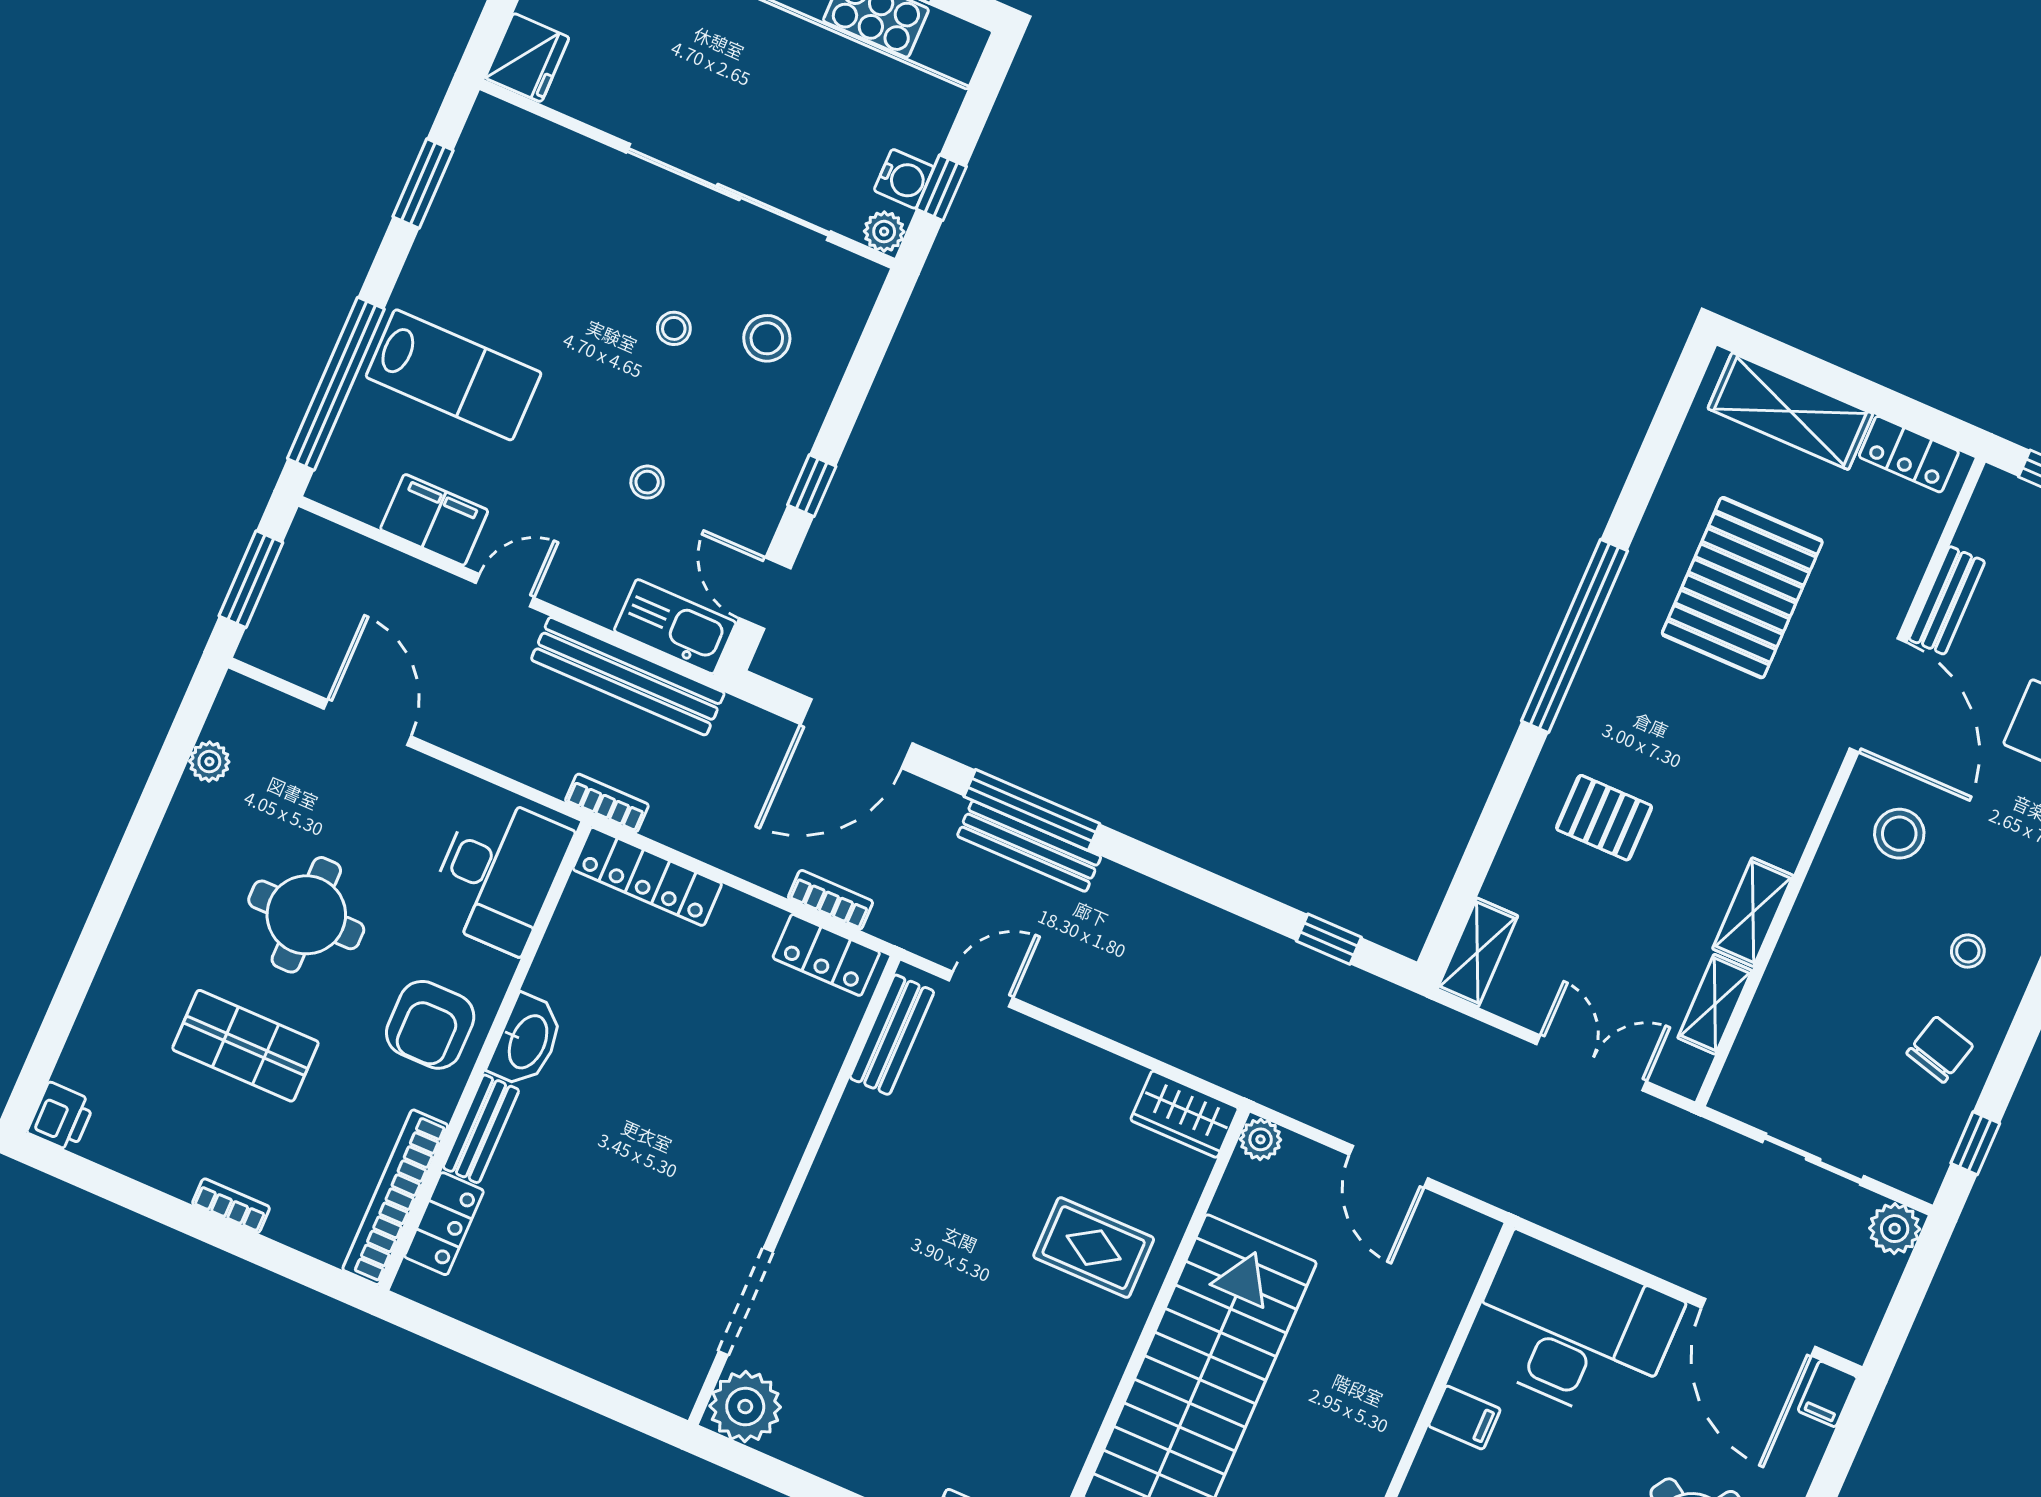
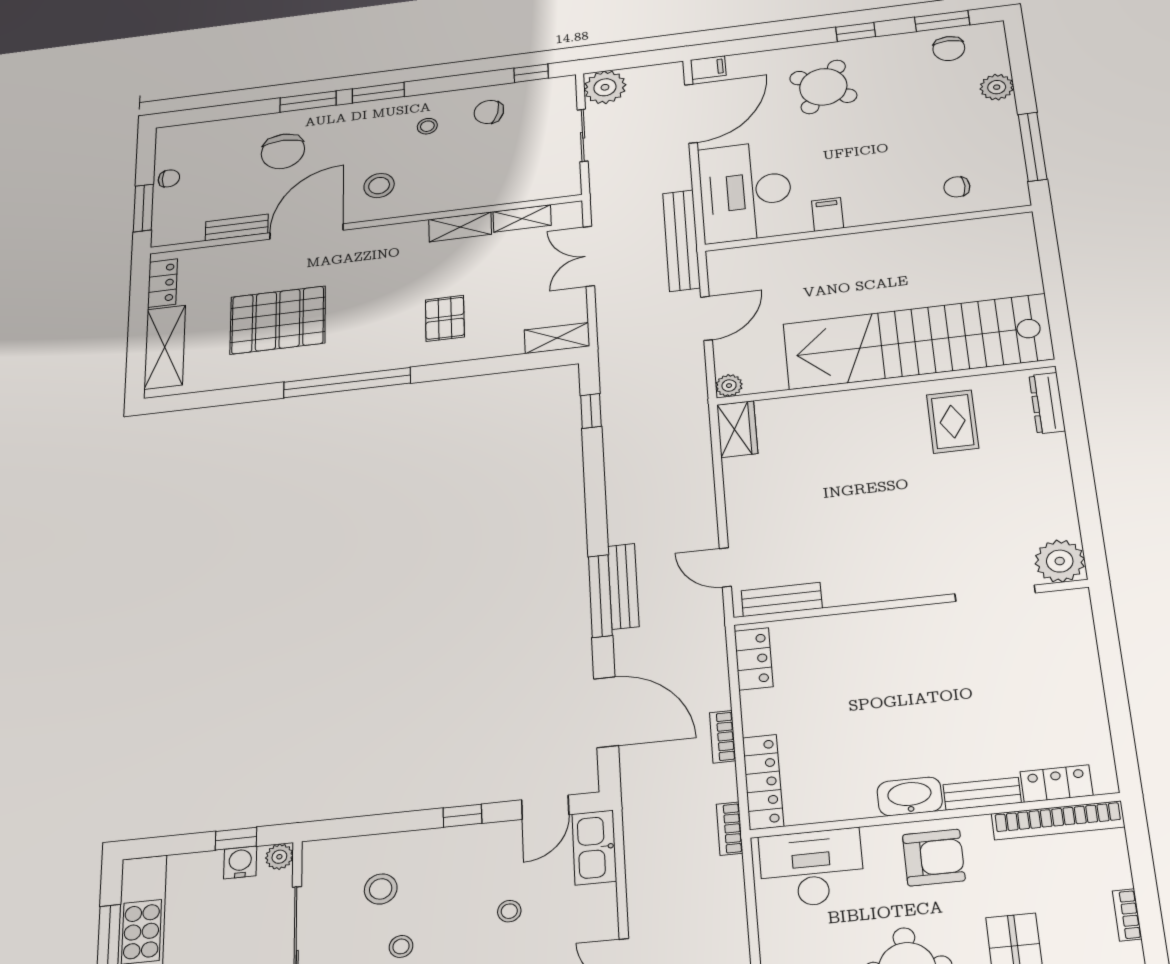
bench: (628, 676) -> (681, 240), moved
bookcase: (830, 900) -> (723, 737), moved
plant: (1895, 1229) -> (605, 87), width x1.36, depth x1.36
rug: (1094, 1248) -> (953, 422), moved

